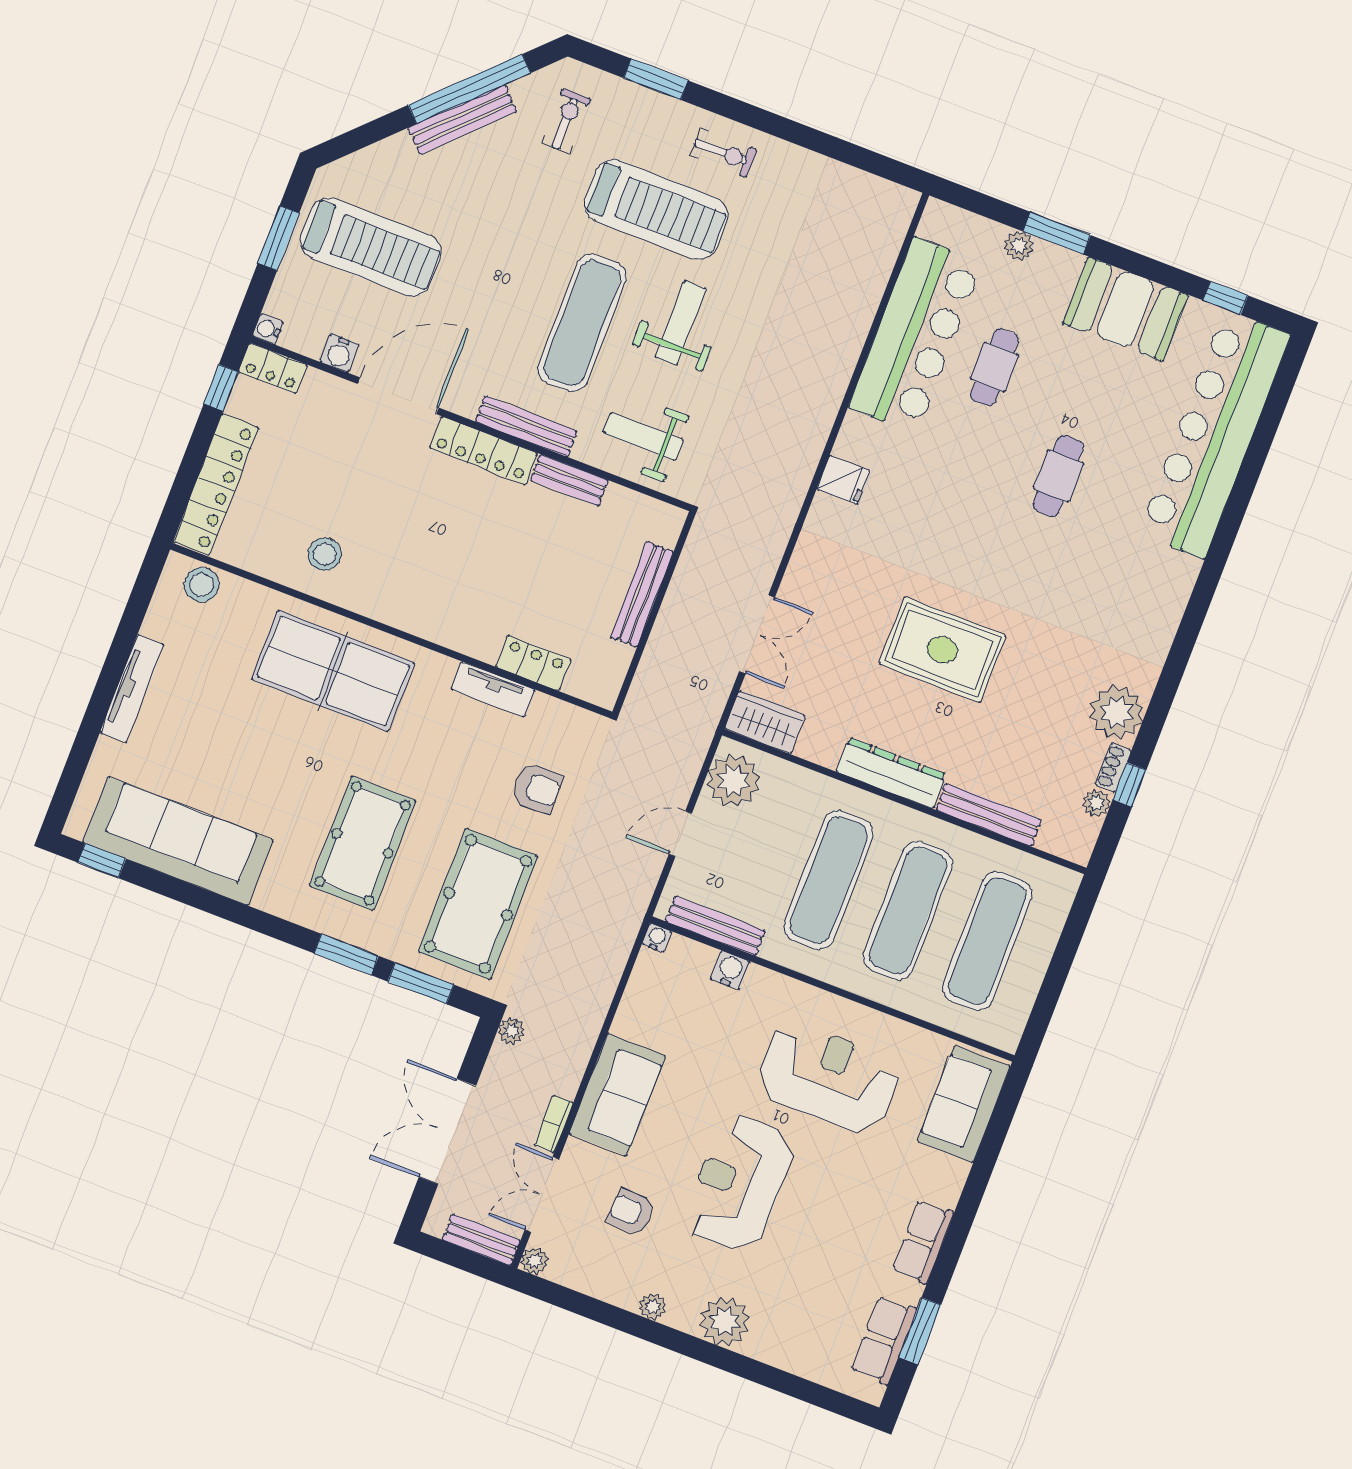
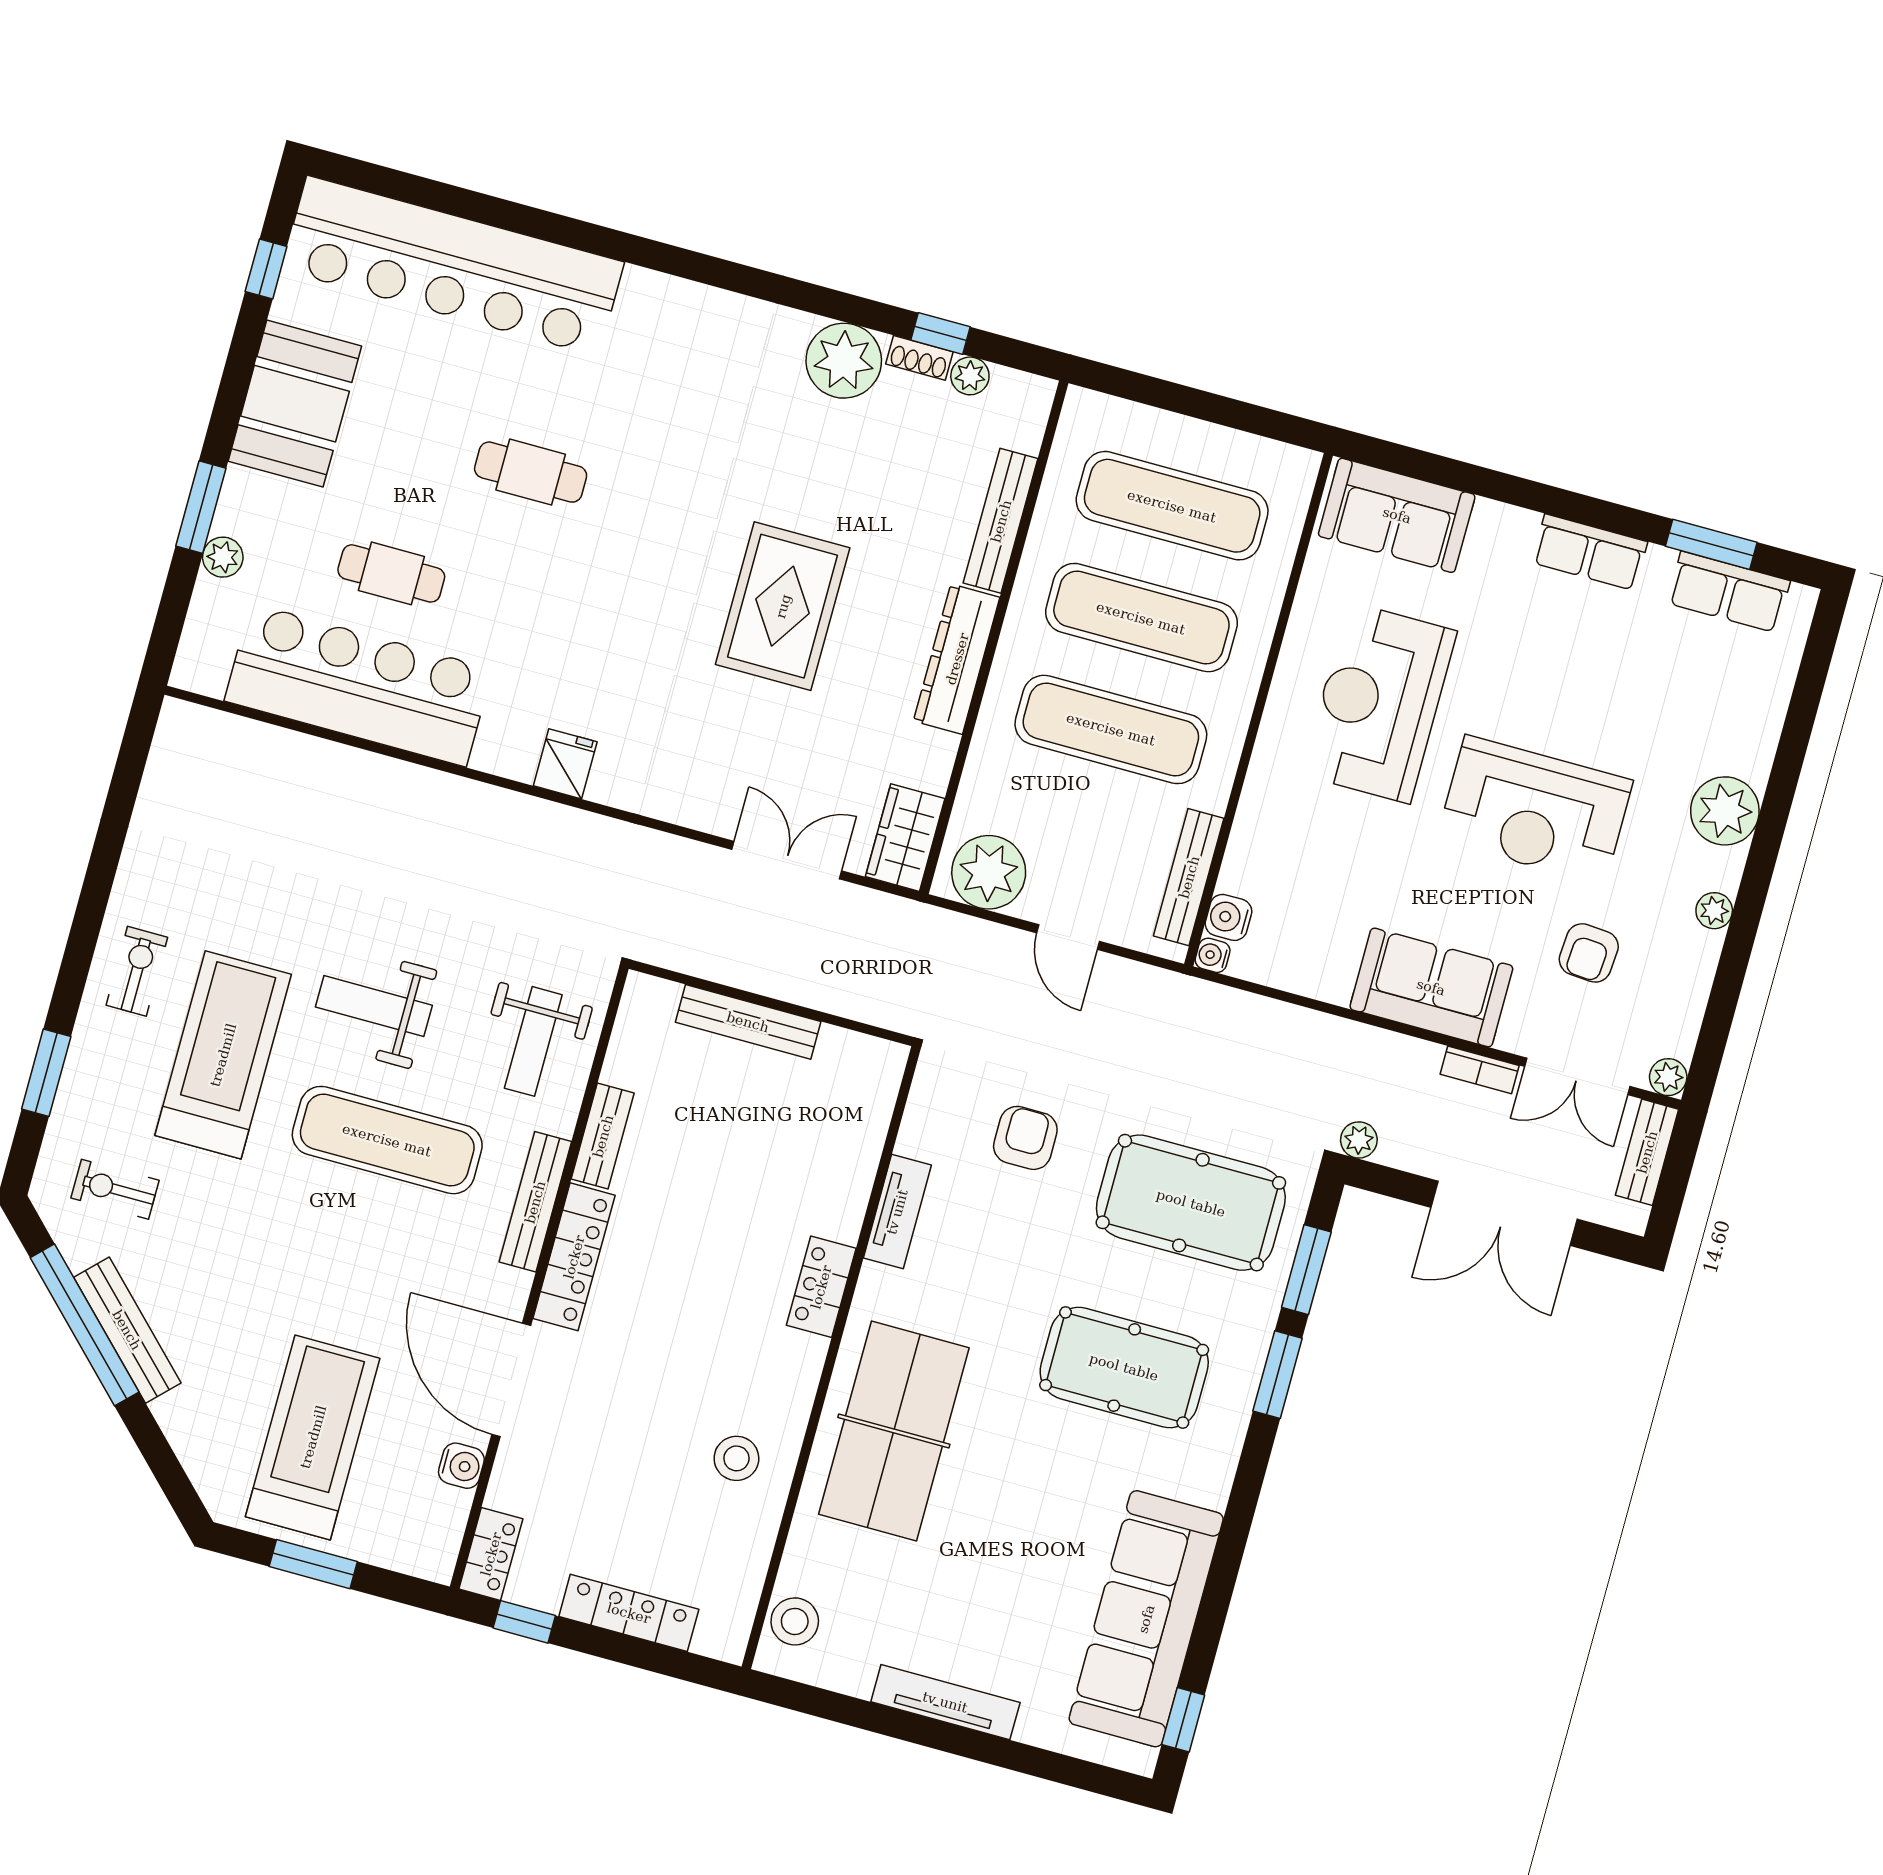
water cooler: (268, 329) -> (438, 1566), removed
locker: (216, 485) -> (629, 1613), width x0.71, depth x0.83
locker: (533, 663) -> (821, 1287), moved
water cooler: (730, 970) -> (1228, 917), moved

